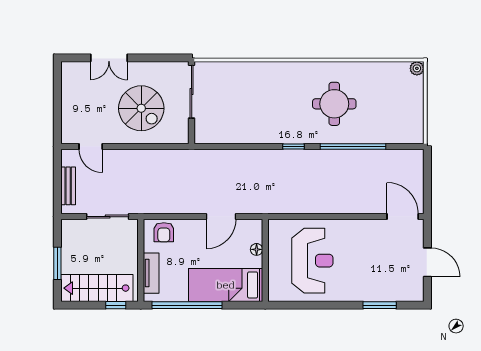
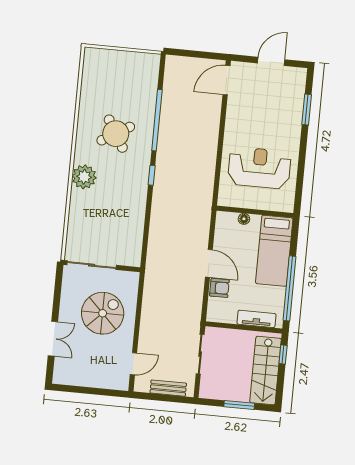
plant: (417, 68) -> (84, 177), moved, width x1.88, depth x1.88
round table: (334, 104) -> (116, 134), turned -31
door: (221, 217) -> (209, 263), moved
armchair: (164, 232) -> (219, 288), moved

